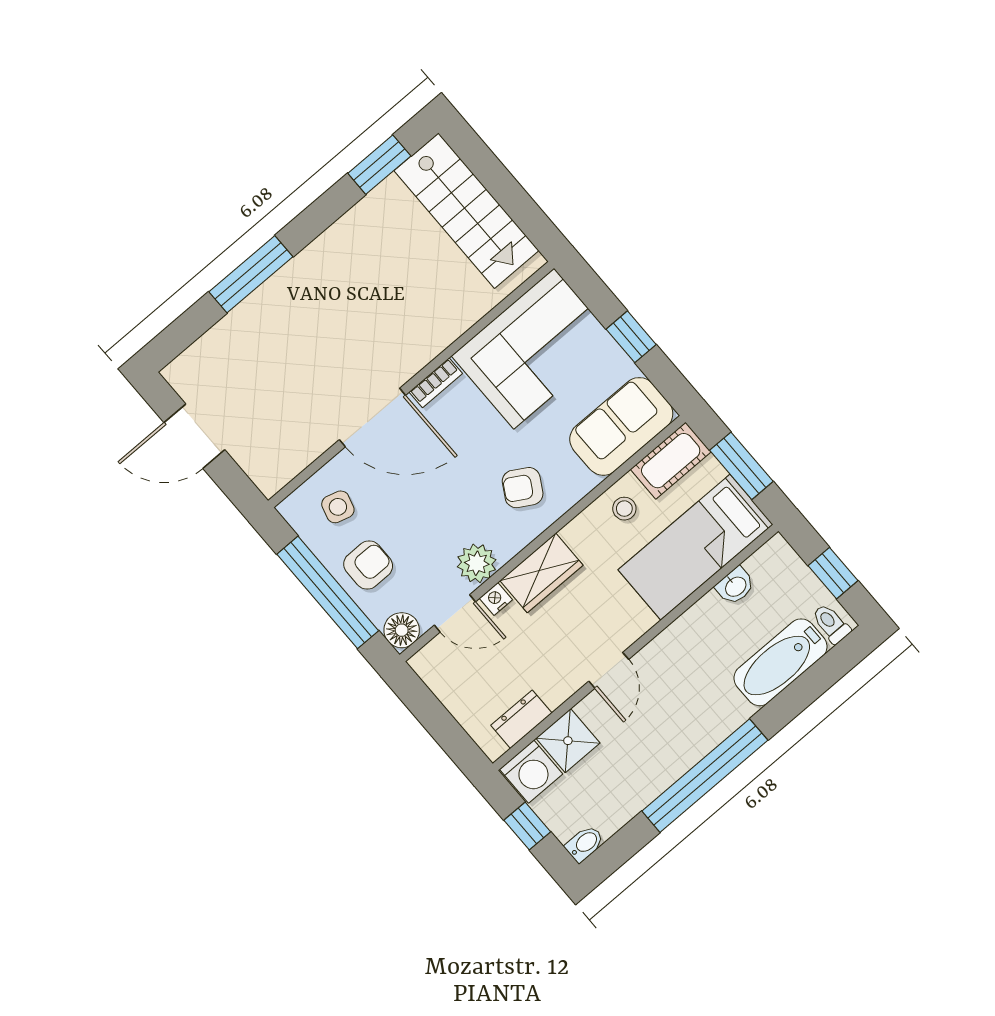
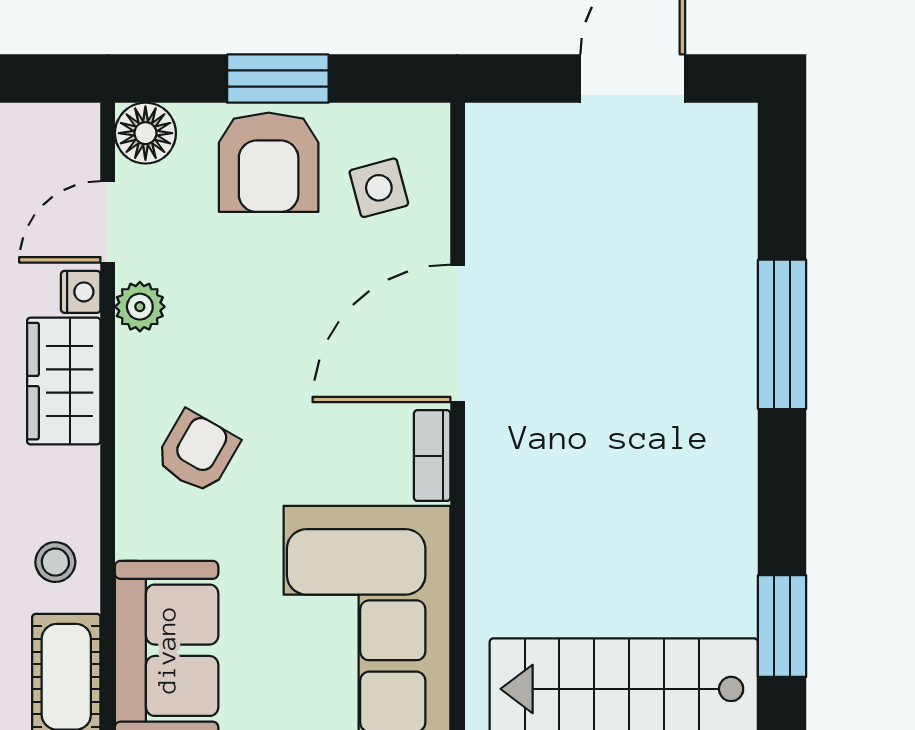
side table: (338, 507) -> (379, 188), turned -31
plant: (477, 563) -> (140, 307), width x0.73, depth x0.73
armchair: (368, 565) -> (269, 162), width x1.38, depth x1.38
window: (328, 592) -> (278, 79), width x0.47

